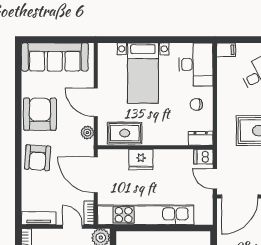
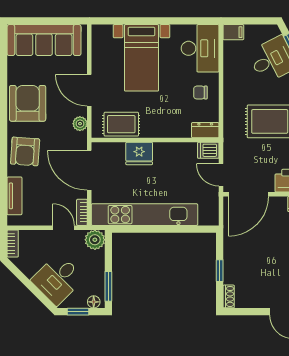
tv unit: (39, 218) -> (14, 196), moved, turned 90

